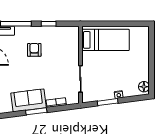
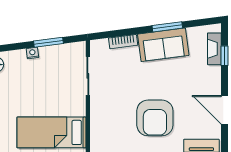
armchair: (34, 50) -> (155, 118), width x1.88, depth x1.88
window: (36, 111) -> (167, 27), moved

